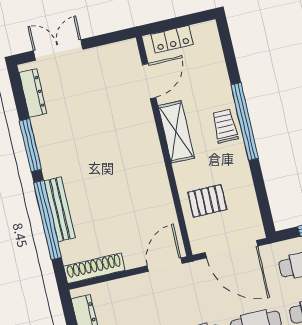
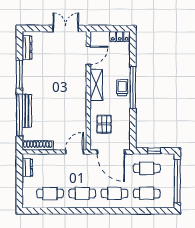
locker: (172, 39) -> (120, 36), moved
double door: (58, 50) -> (66, 28), moved
pallet: (207, 201) -> (104, 124), turned 90

